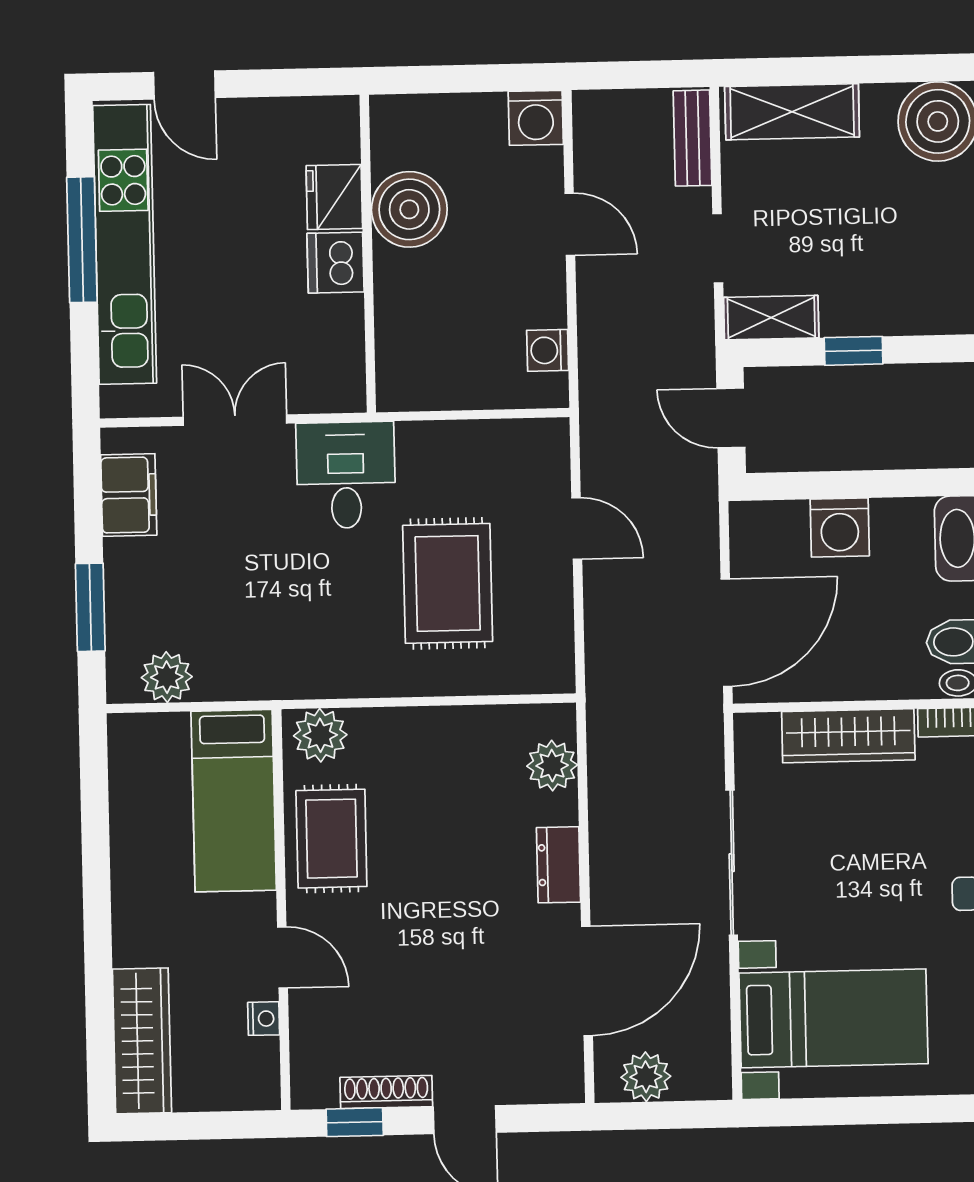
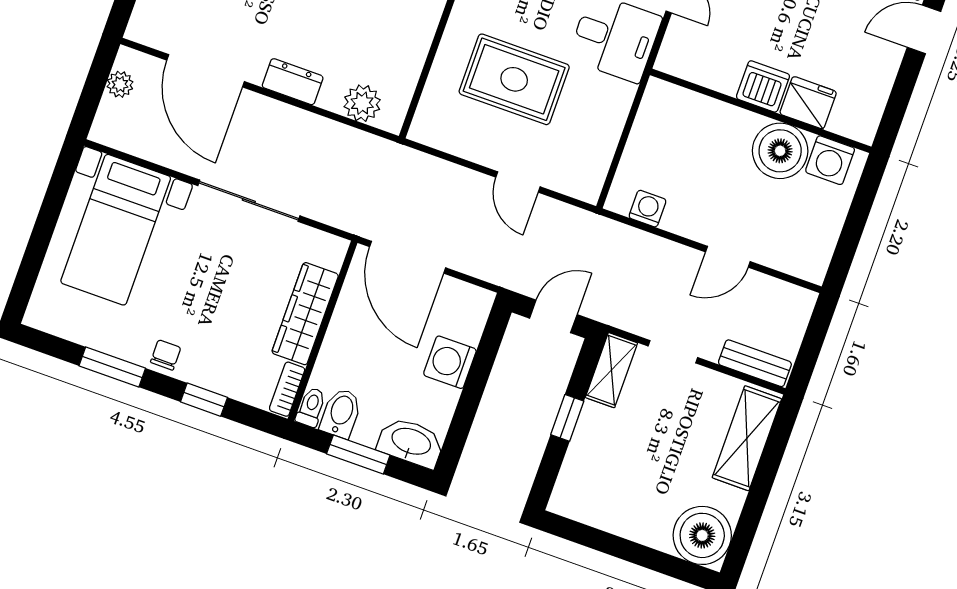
washing machine: (536, 118) -> (830, 160), moved, turned -90
door: (577, 528) -> (518, 182), hinge flipped
plant: (646, 1077) -> (120, 84), width x0.73, depth x0.73

